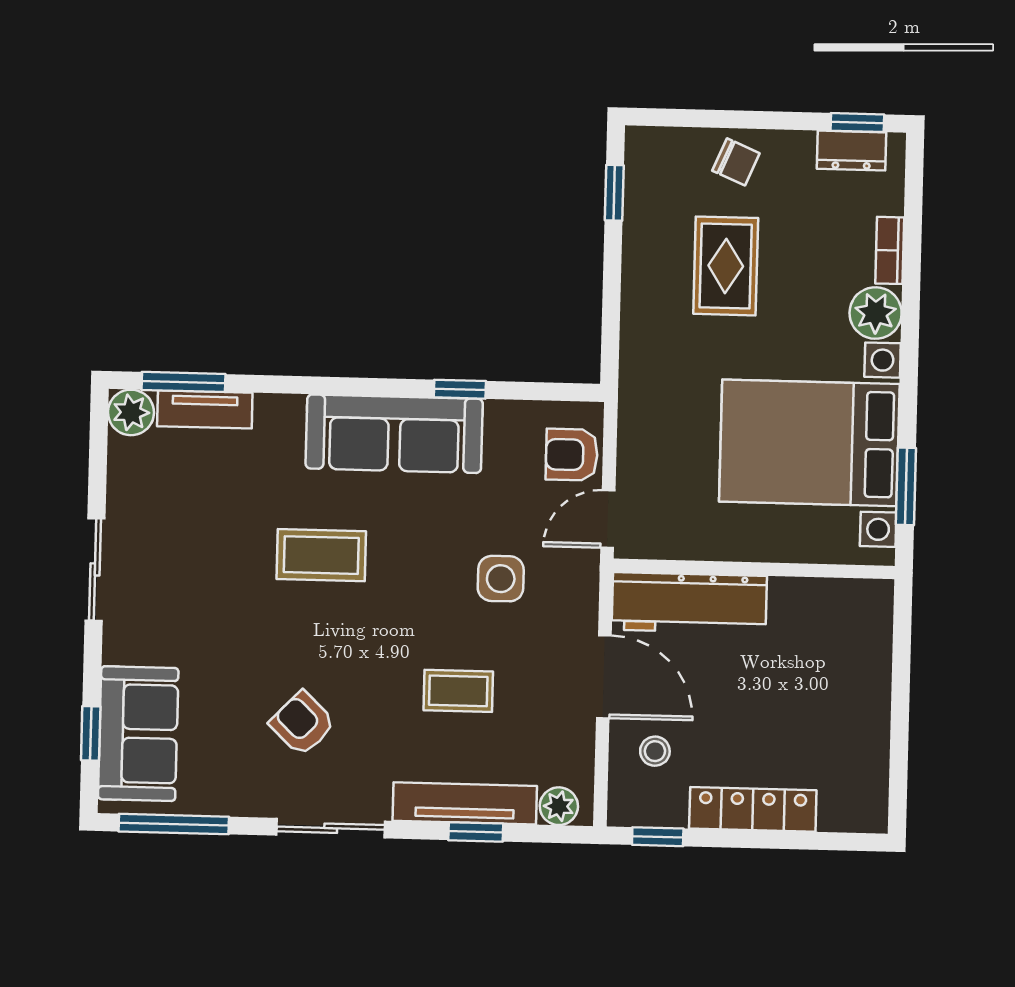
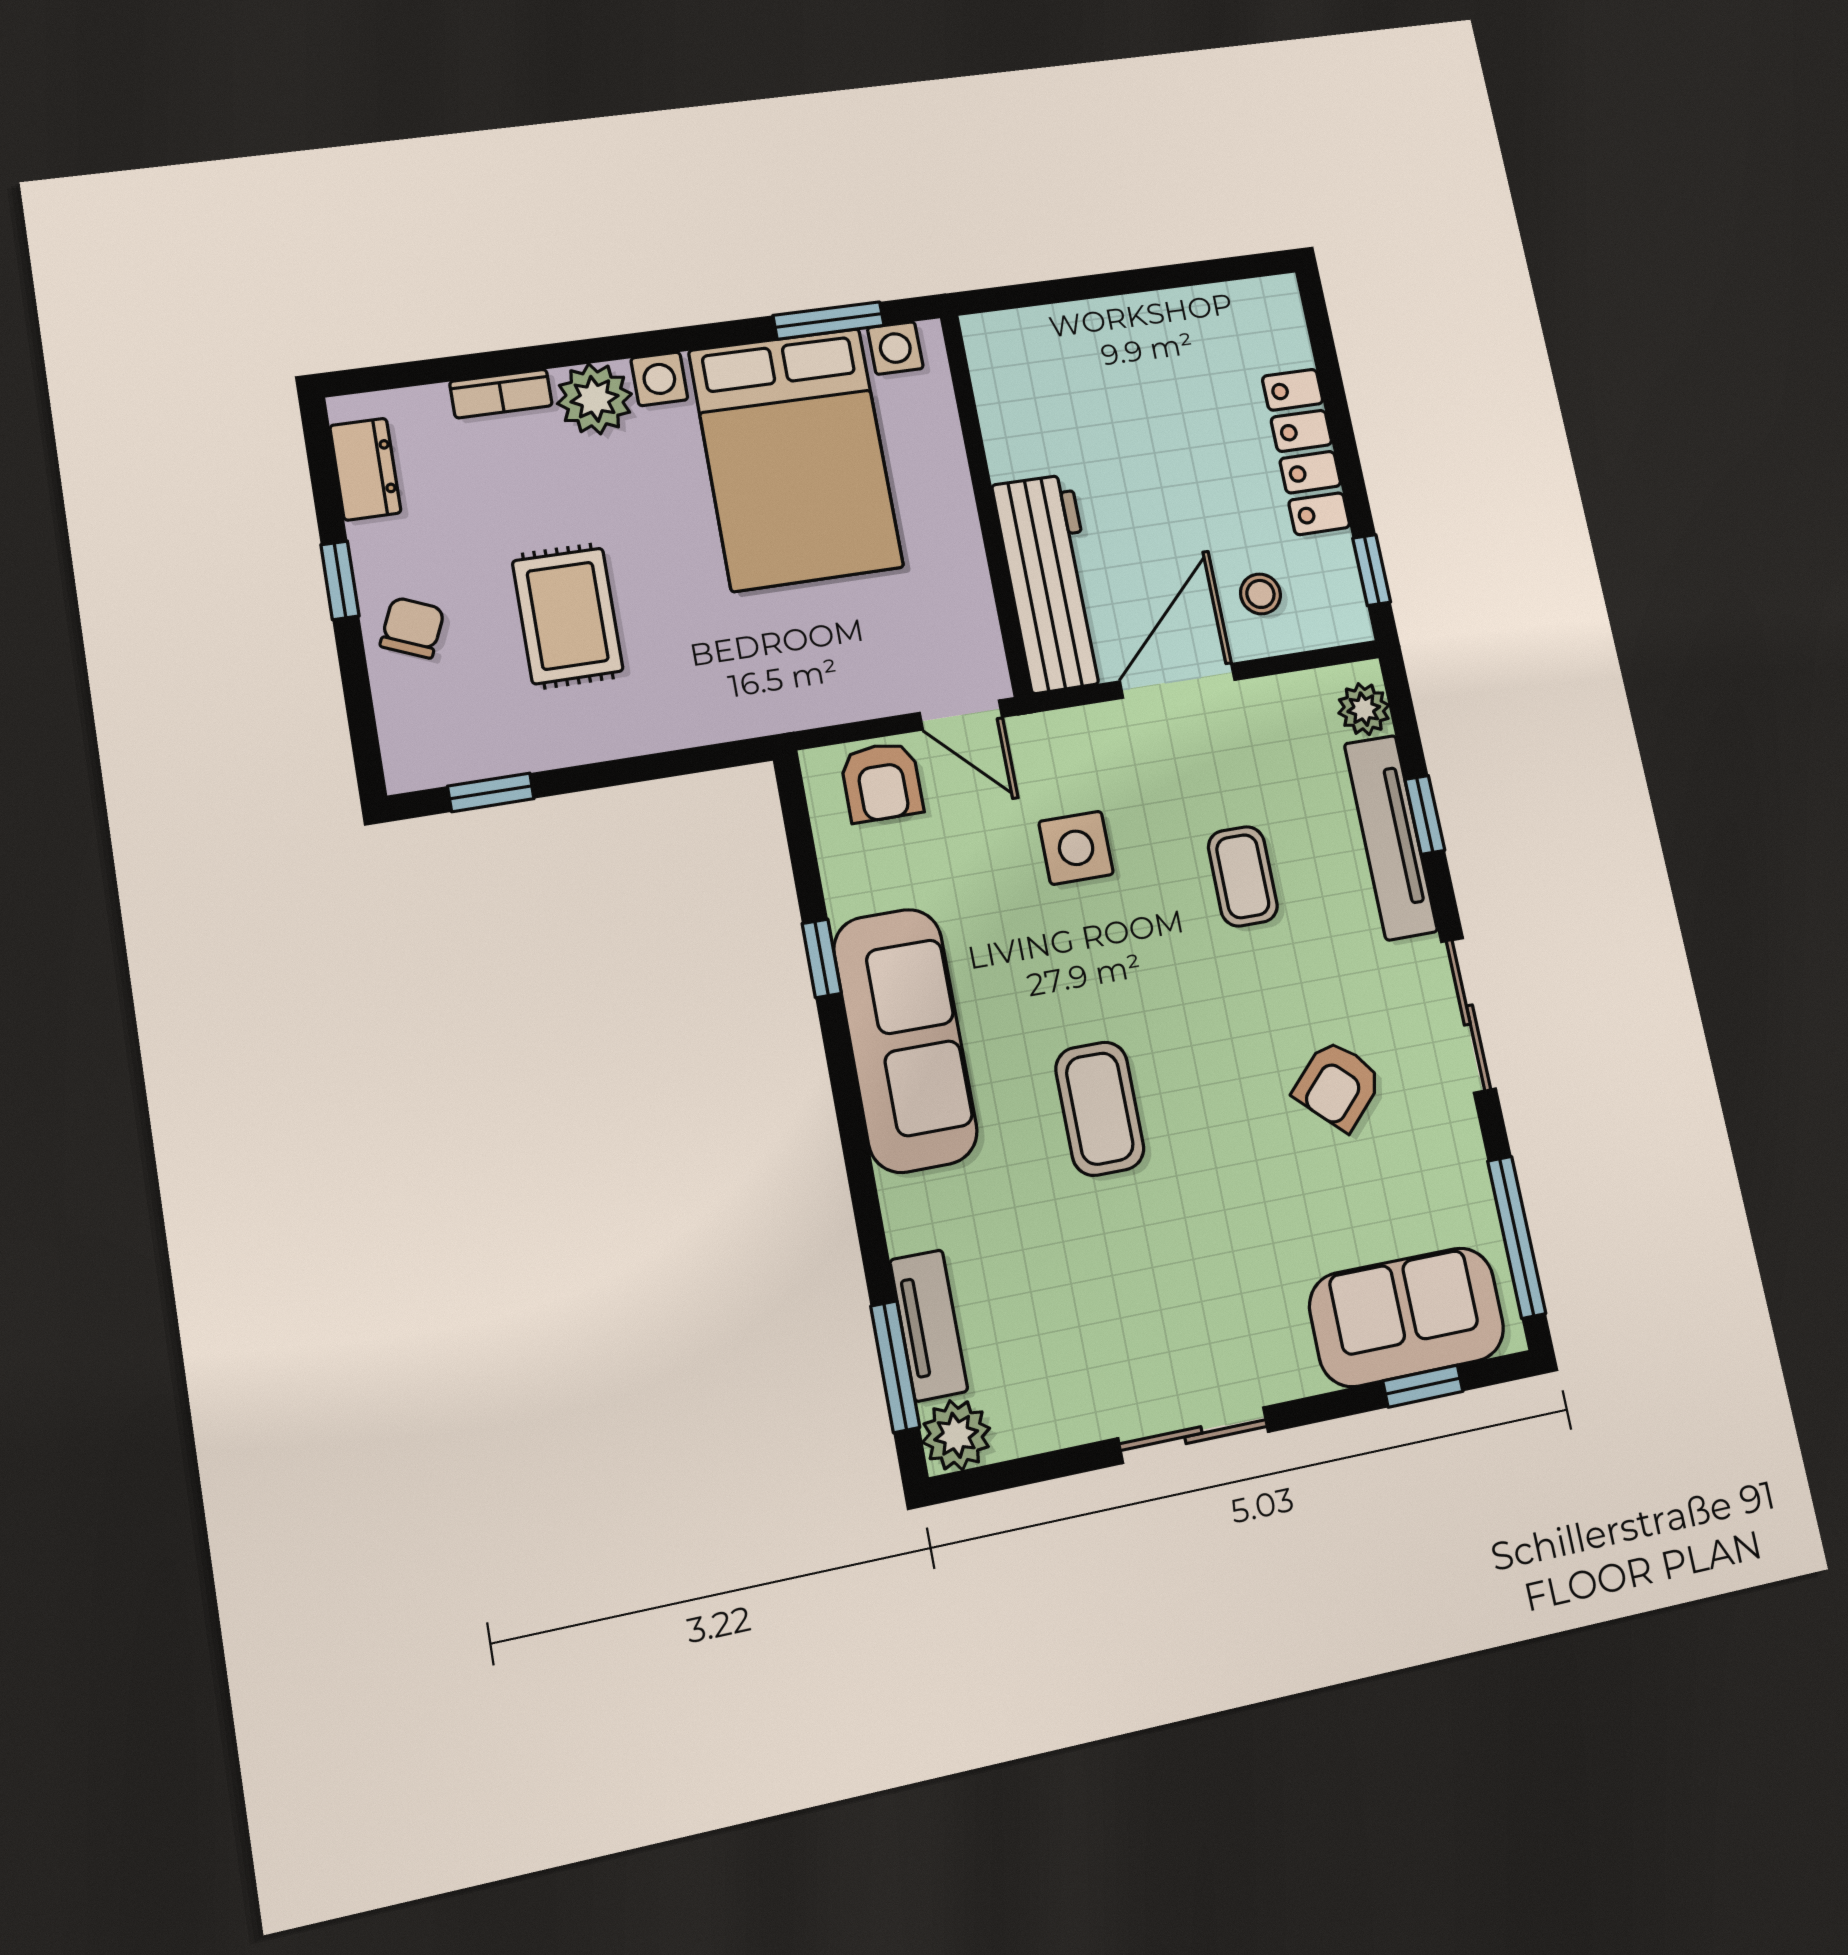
window: (857, 123) -> (340, 580), moved
rug: (726, 266) -> (568, 616), turned 90

